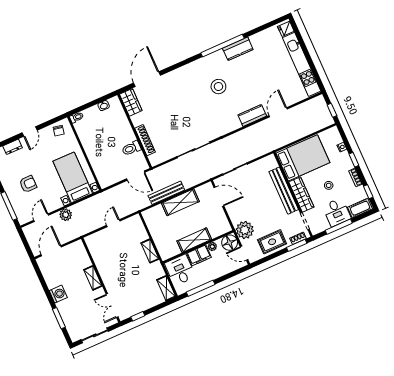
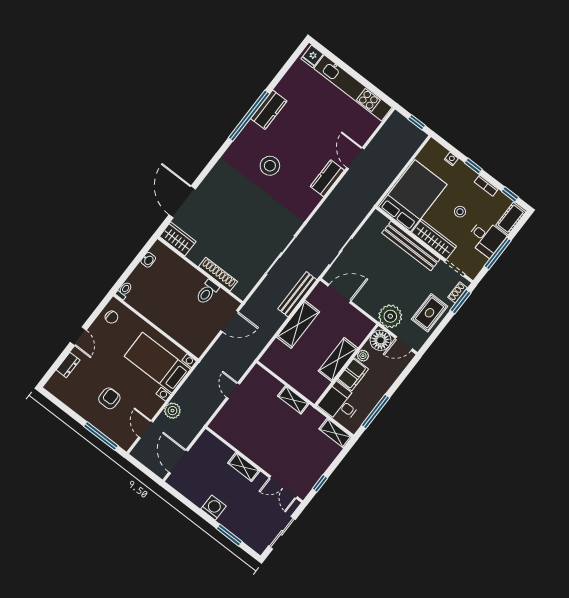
bench: (166, 193) -> (297, 294), moved

